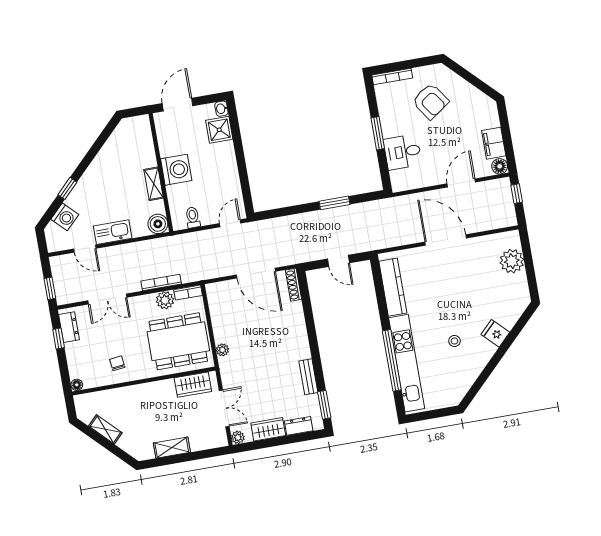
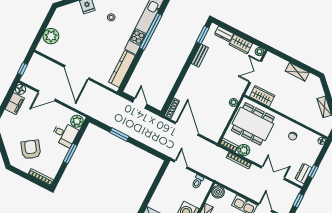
plant: (400, 180) -> (77, 121), added
door: (230, 223) -> (181, 164), swing flipped

